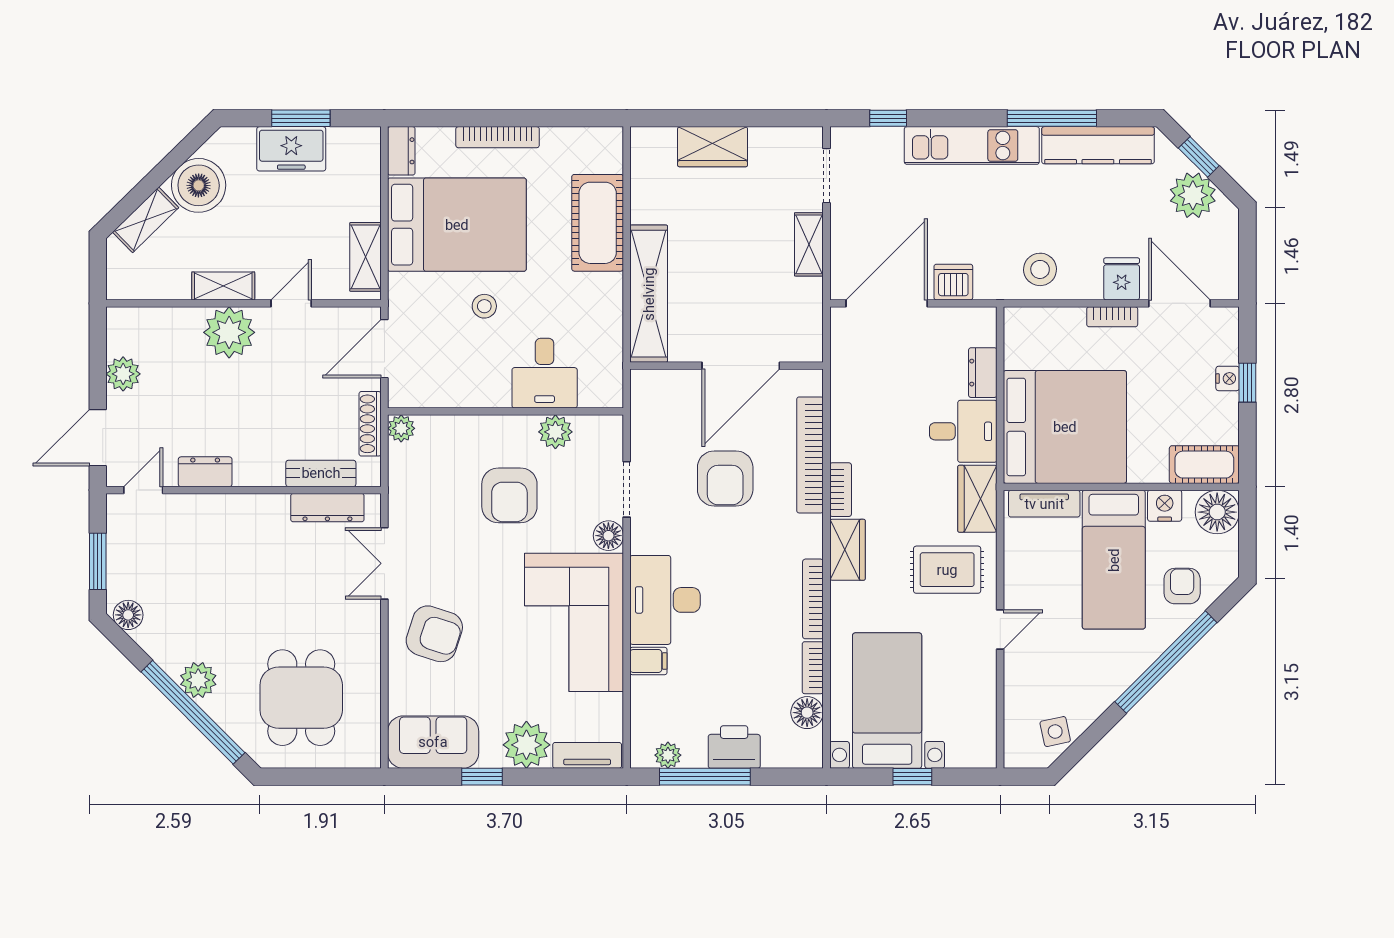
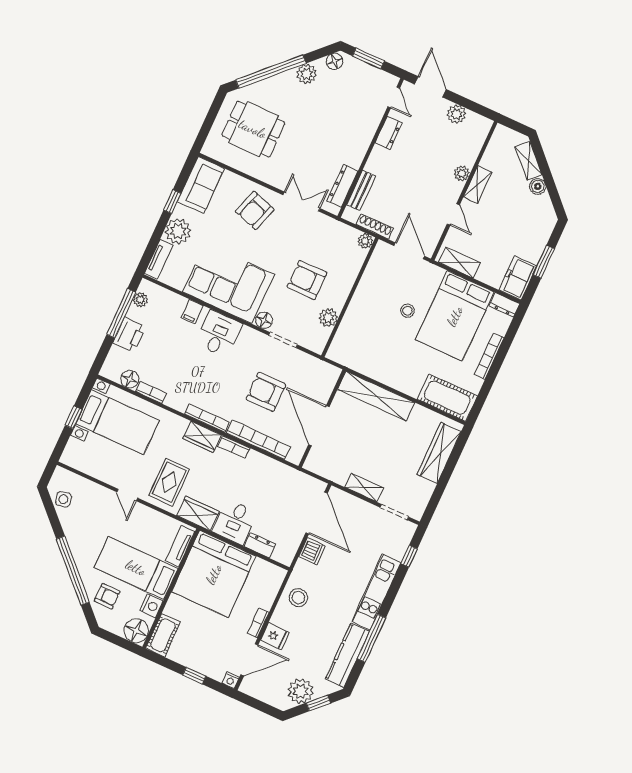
wardrobe: (713, 147) -> (439, 453), width x1.50
freezer: (291, 149) -> (518, 278), moved
boiler: (199, 185) -> (538, 186), width x0.54, depth x0.54
cot: (598, 223) -> (447, 398), moved
plant: (229, 332) -> (462, 174), width x0.53, depth x0.53
desk: (545, 373) -> (360, 326), removed
nightstand: (1228, 378) -> (231, 680), moved
bookcase: (813, 599) -> (207, 418), moved
desk: (665, 600) -> (219, 334), width x0.73
plant: (198, 680) -> (307, 74), moved

